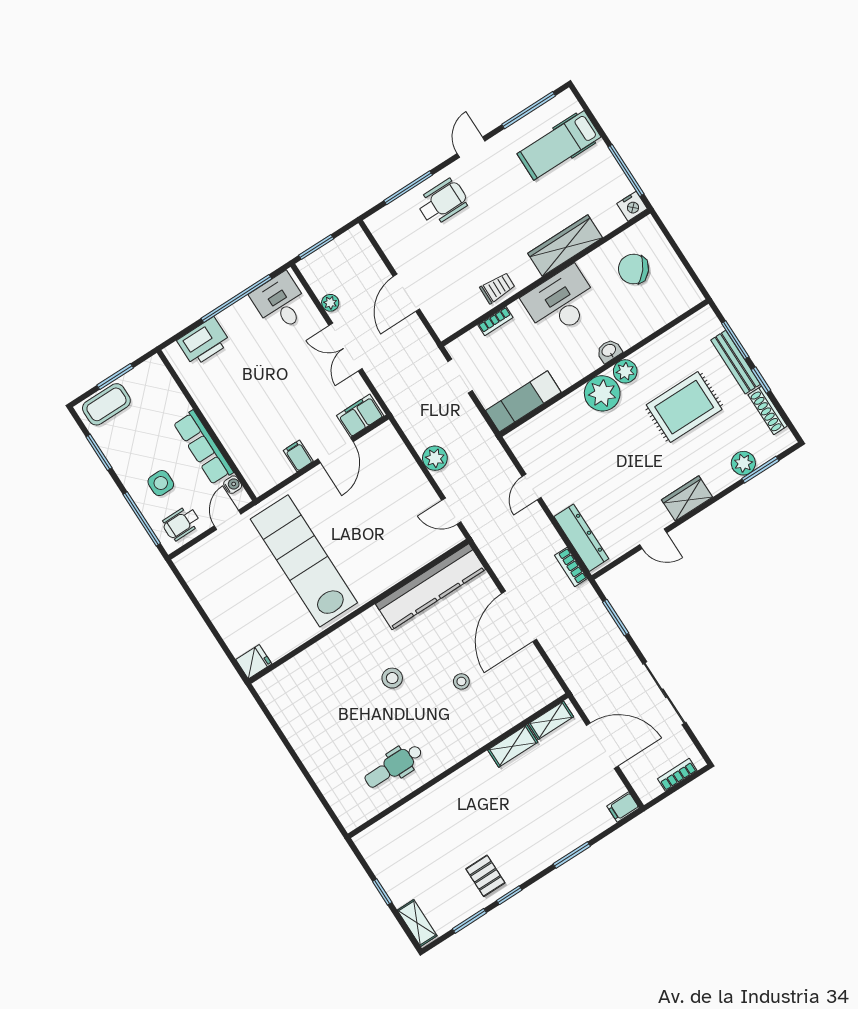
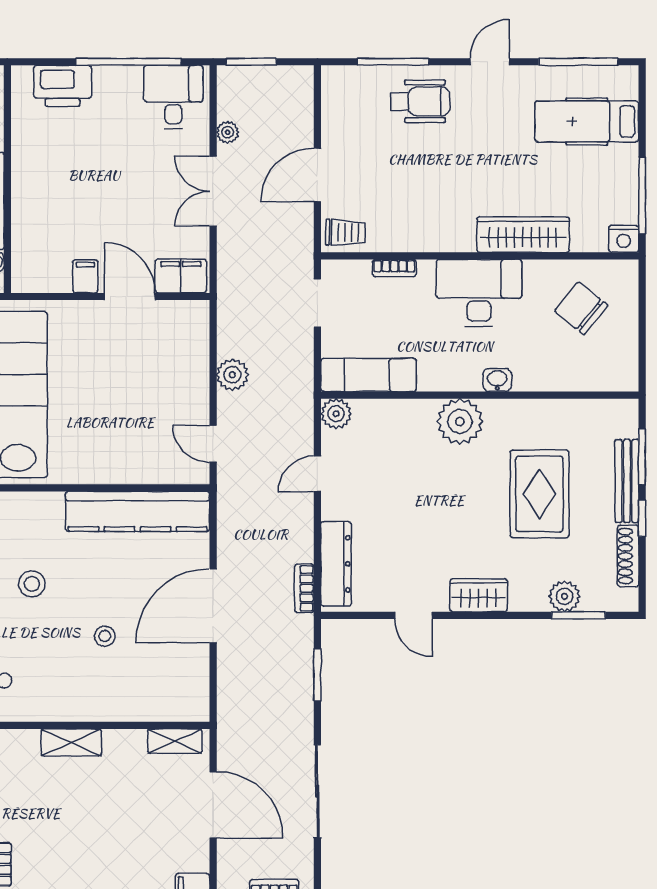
trolley: (498, 288) -> (346, 232), moved
plant: (625, 371) -> (336, 414), moved
rug: (684, 407) -> (539, 494), turned 90
door: (335, 450) -> (130, 296), swing flipped
shelving: (513, 746) -> (71, 742), moved

